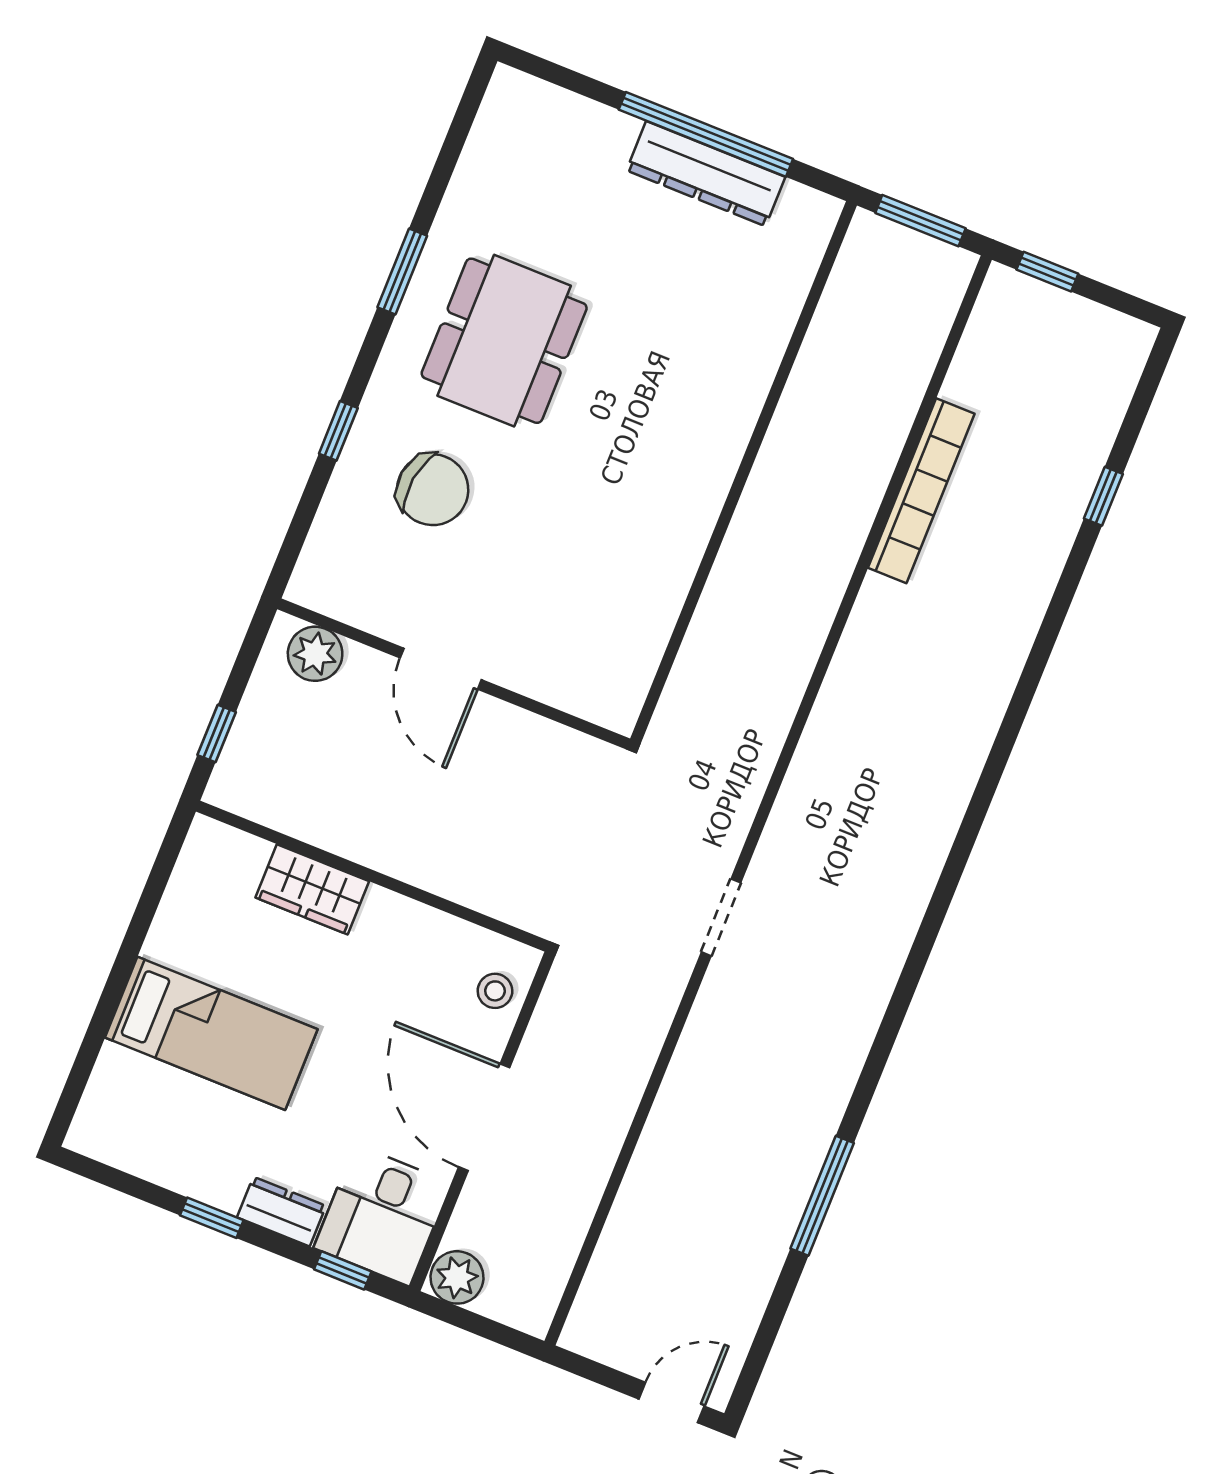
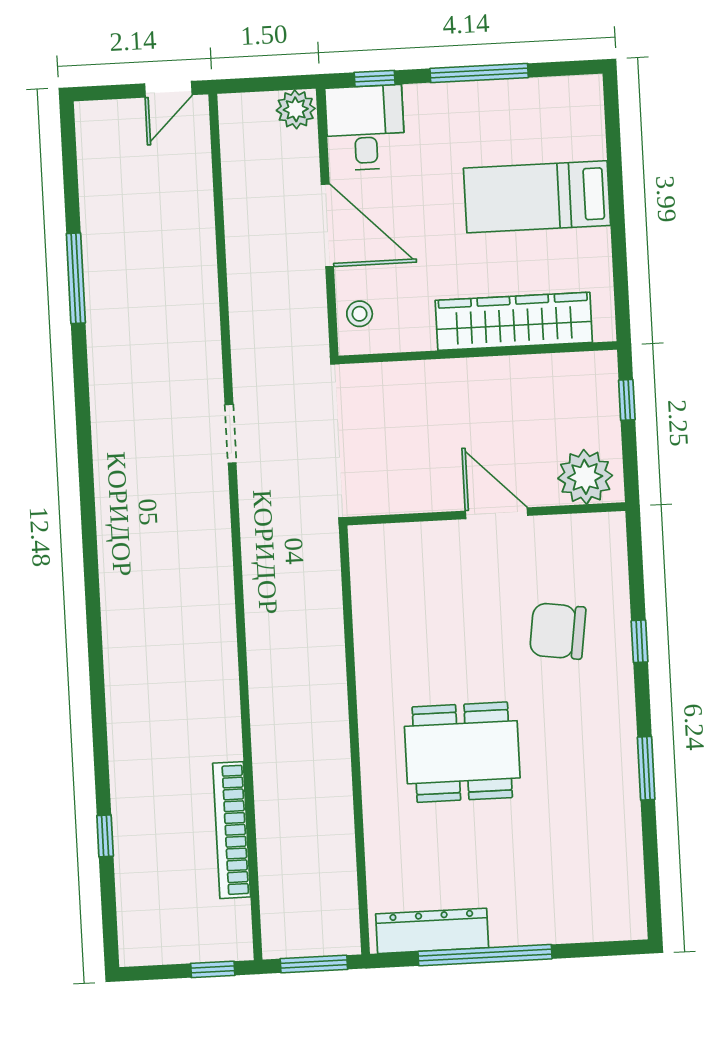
dresser: (706, 174) -> (432, 931), moved
dining table: (504, 341) -> (462, 752), moved, turned 90
bookcase: (921, 491) -> (232, 830), moved
plant: (315, 654) -> (585, 477), width x1.36, depth x1.36
wardrobe: (312, 889) -> (514, 321), width x2.10, depth x1.17
dresser: (282, 1212) -> (434, 99), removed
window: (212, 1218) -> (479, 73), width x2.17
door: (672, 1403) -> (168, 89), moved

